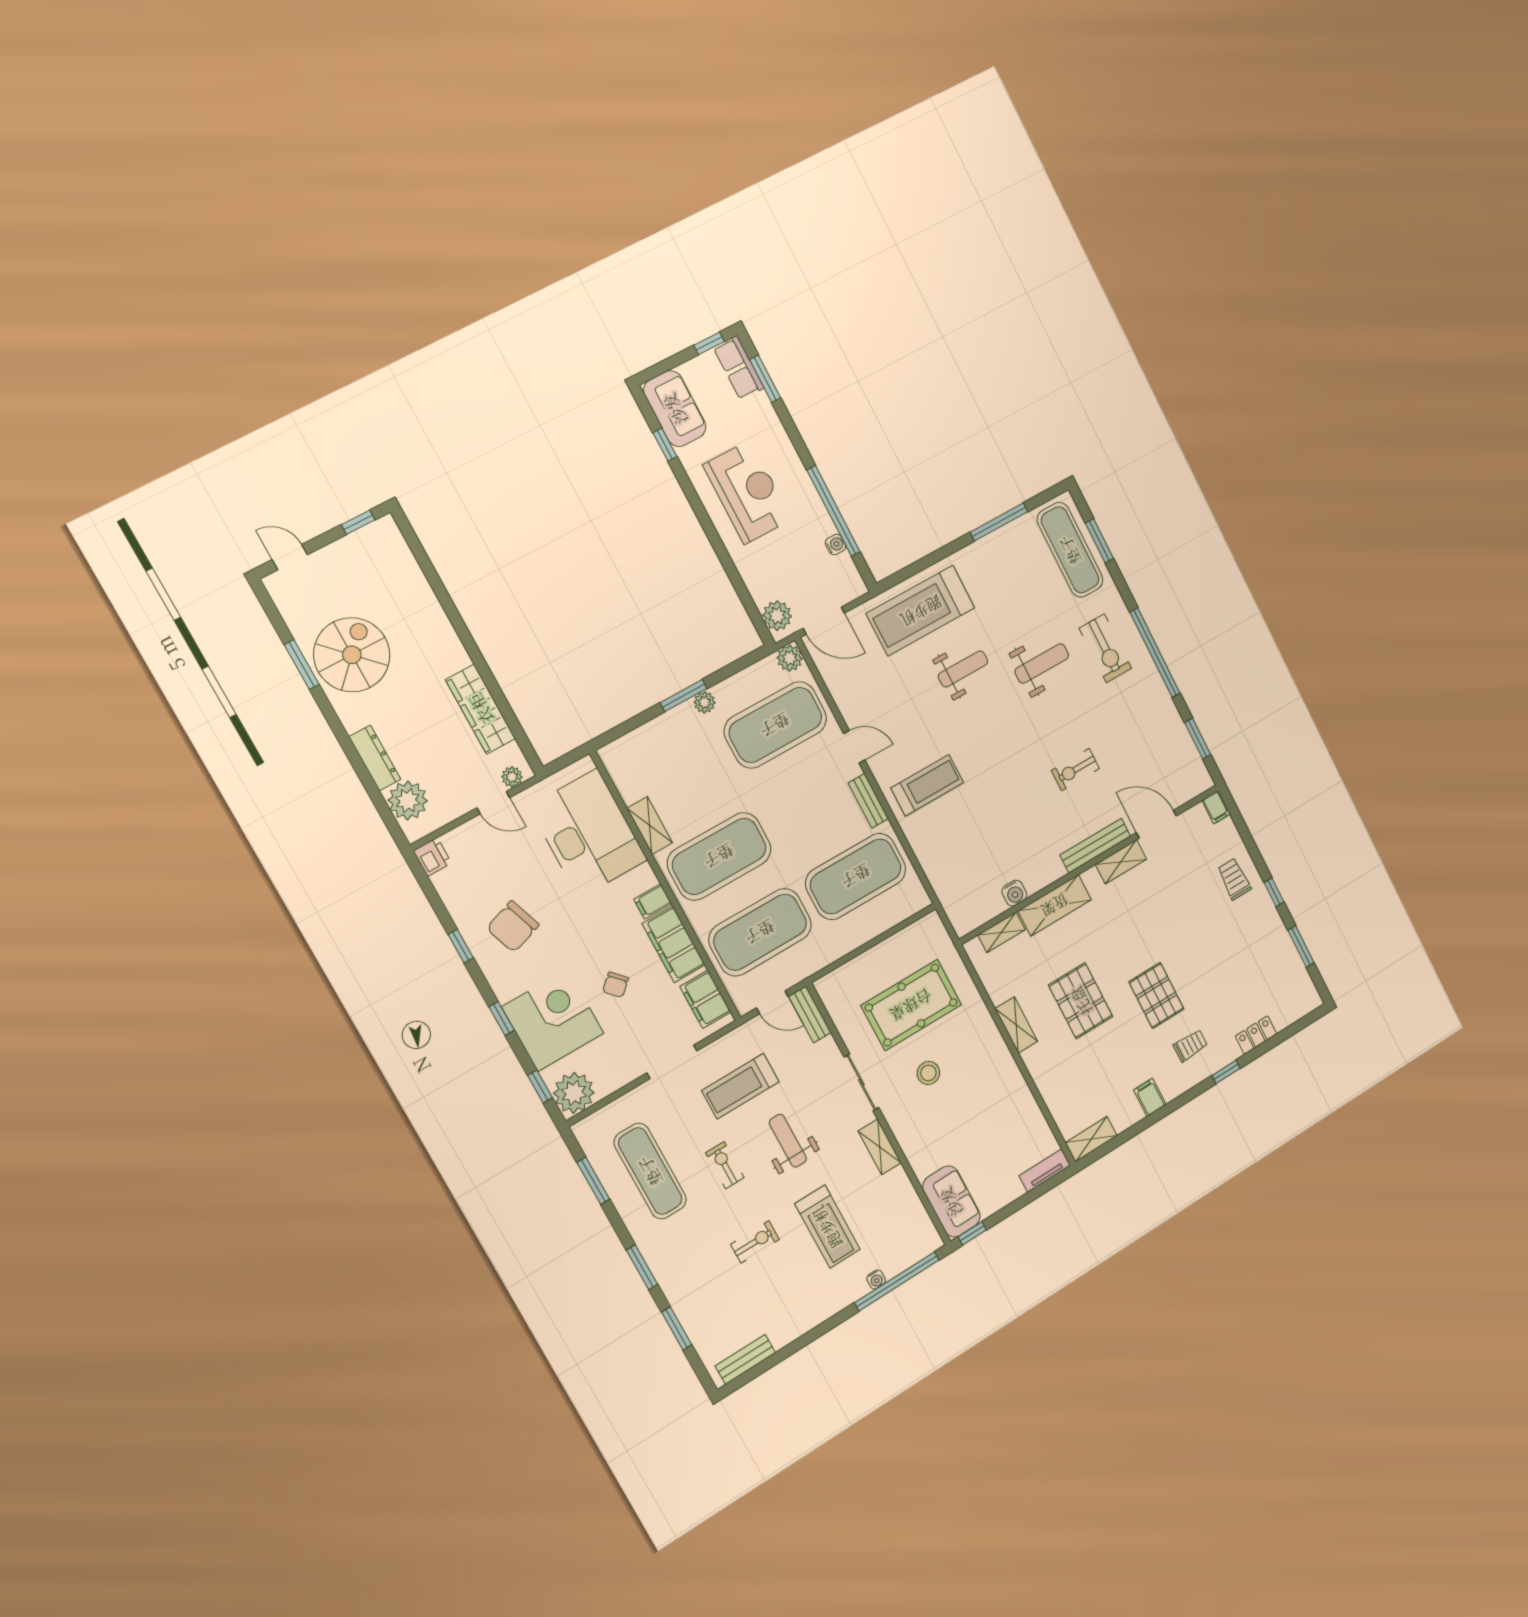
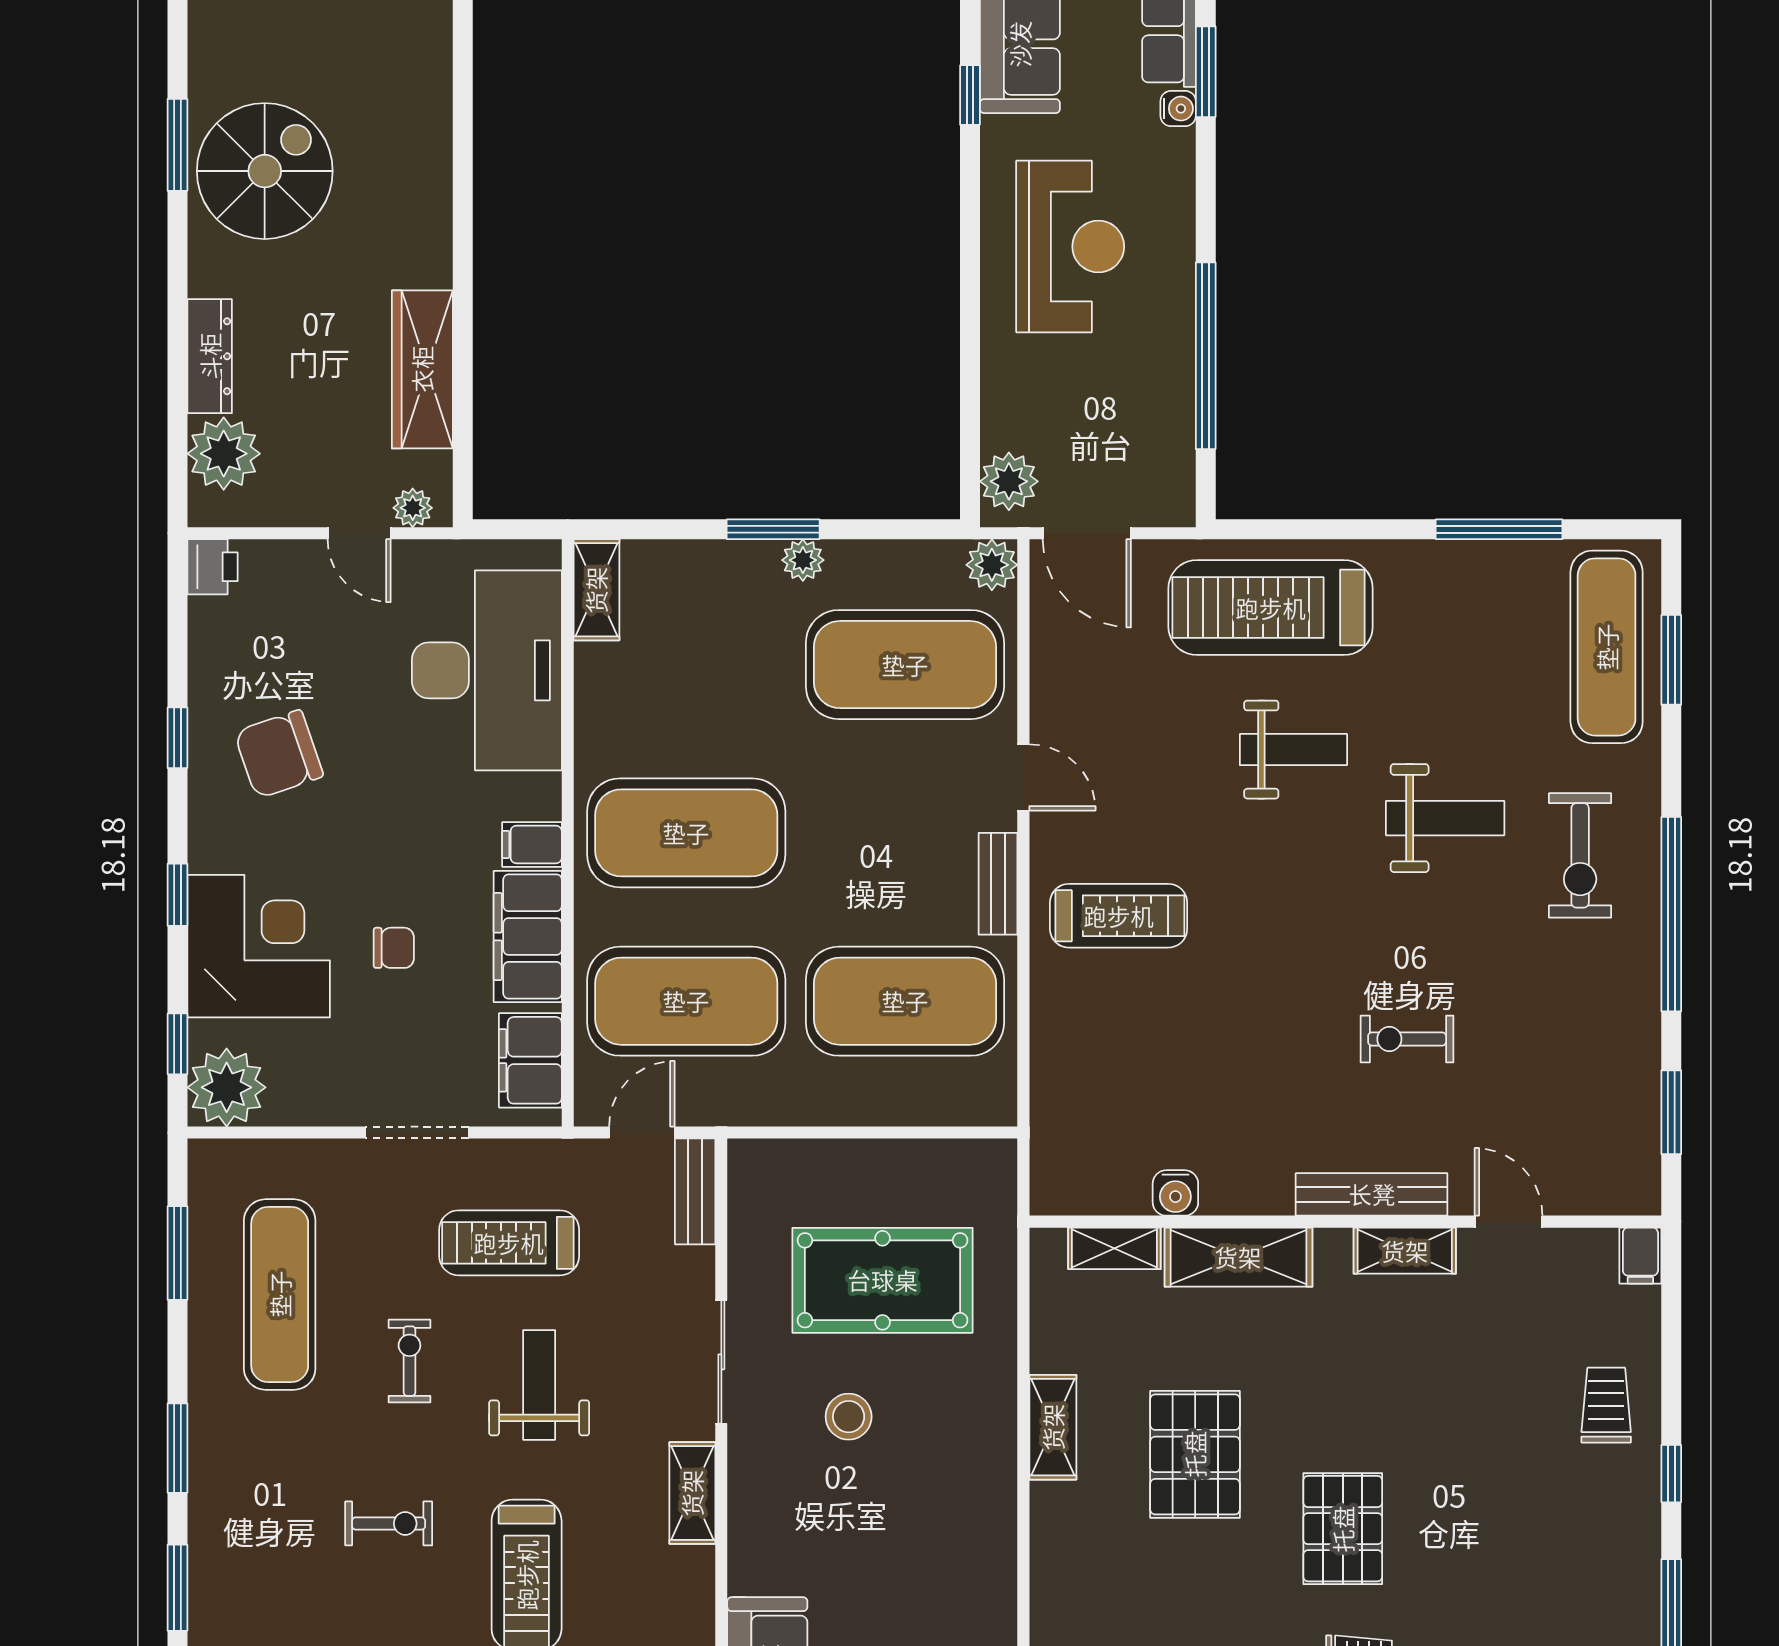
water cooler: (835, 545) -> (1178, 109), moved
door: (1156, 824) -> (1509, 1222), width x0.73
shelving: (650, 826) -> (596, 590), moved
chair: (616, 985) -> (394, 948), turned -137
door: (772, 1002) -> (642, 1133), swing flipped

